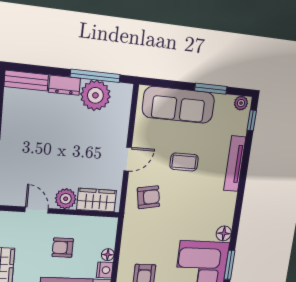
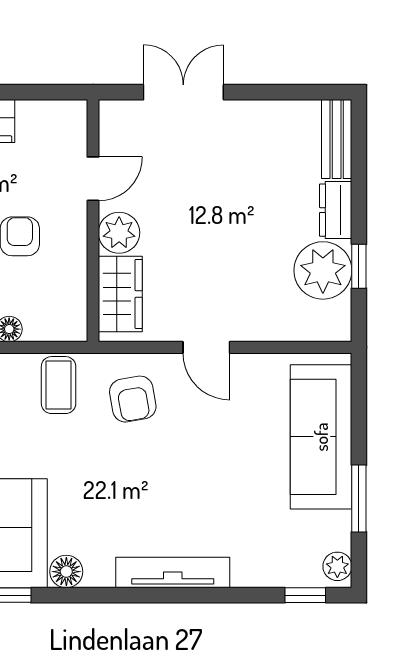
window: (95, 76) -> (359, 266), width x0.46
coffee table: (184, 162) -> (59, 385), moved
tv unit: (235, 164) -> (173, 573), moved

